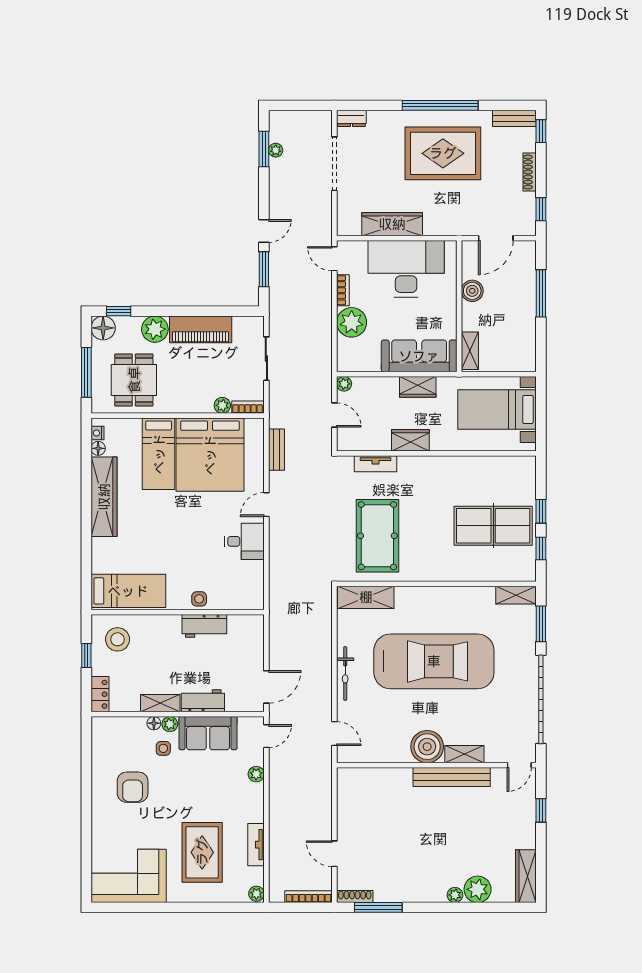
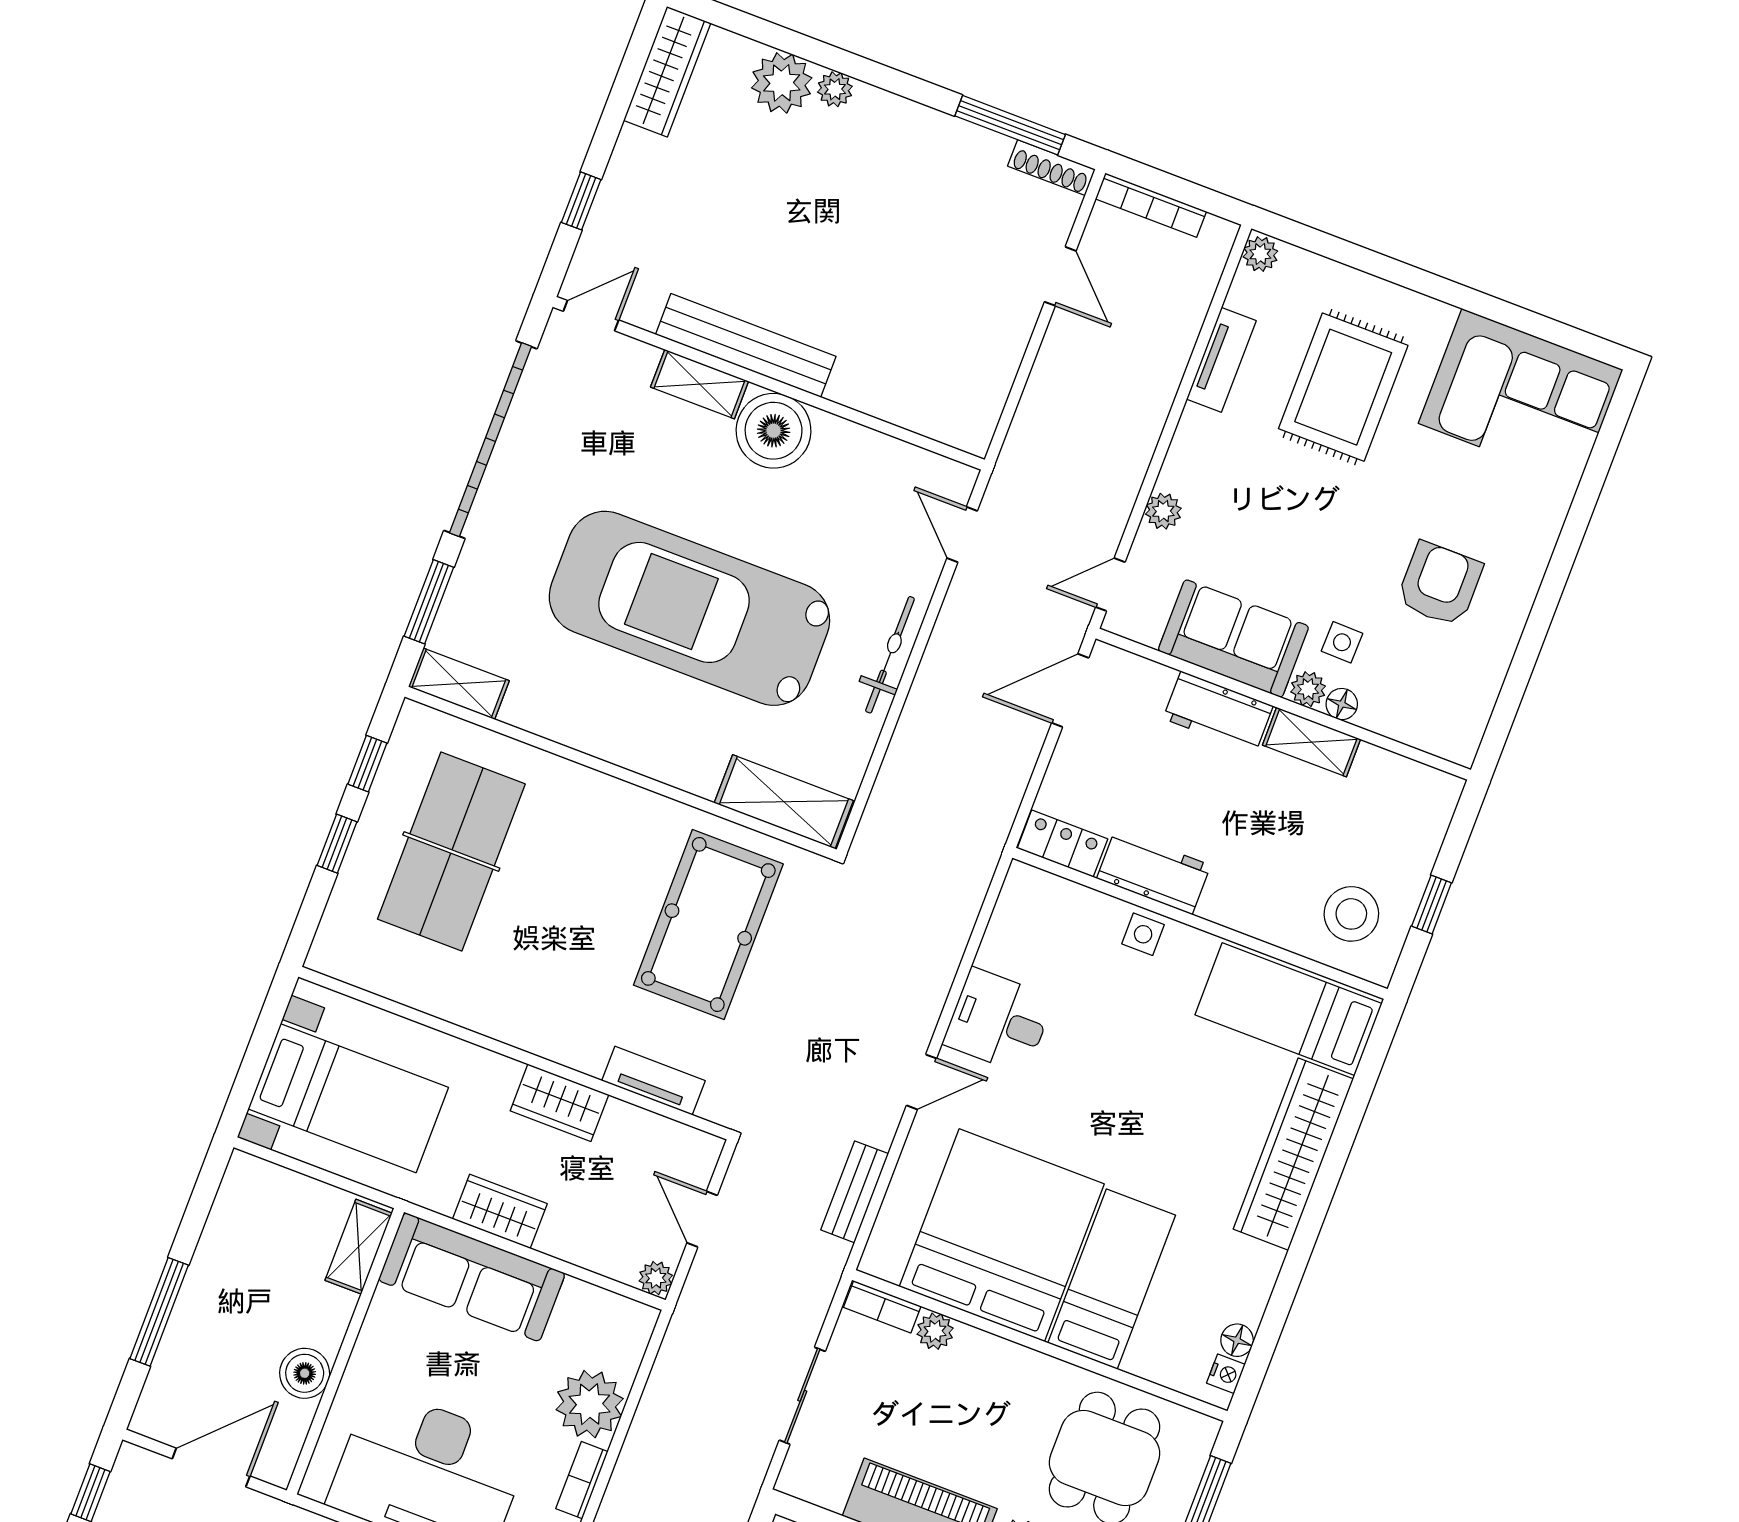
wardrobe: (104, 497) -> (1293, 1154), moved
table tennis table: (493, 526) -> (451, 852), turned 90
locker: (100, 694) -> (1062, 844), moved, turned 90

